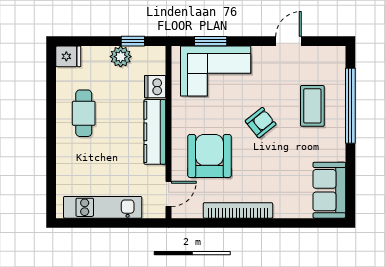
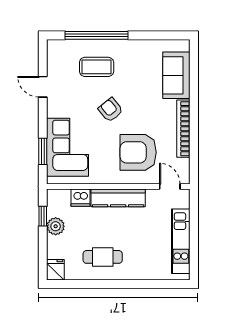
sofa: (329, 190) -> (176, 75), moved, turned 90

